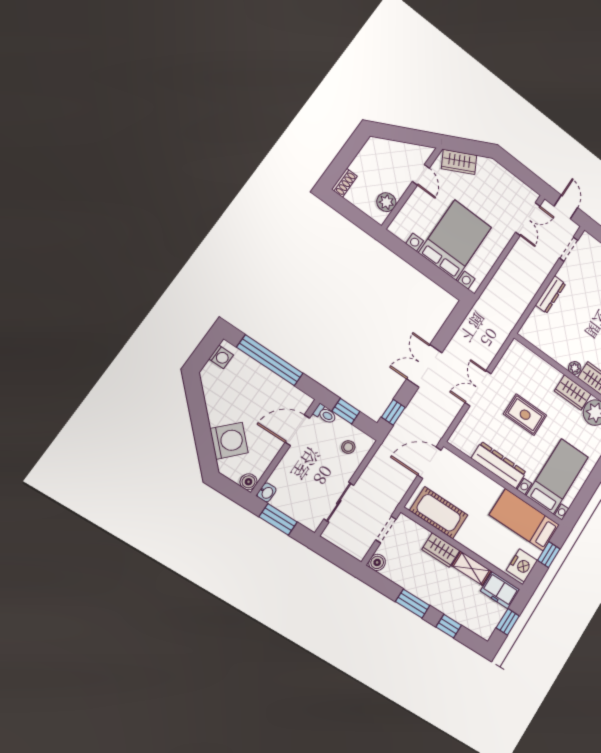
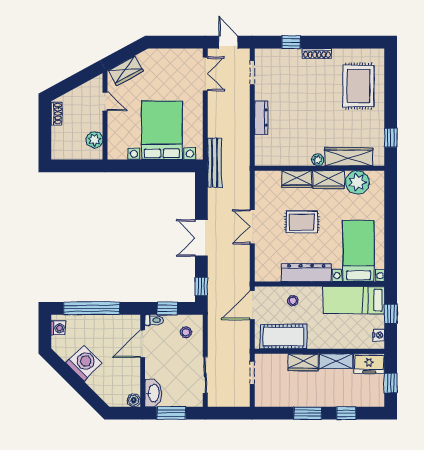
shoe rack: (344, 183) -> (57, 114), moved
bench: (483, 305) -> (214, 163), added
wardrobe: (546, 372) -> (297, 179), added
washing machine: (229, 441) -> (84, 363), moved
stool: (470, 484) -> (293, 301), added
washbasin: (267, 492) -> (153, 393), width x1.91, depth x1.45
boiler: (377, 562) -> (262, 400), removed
nightstand: (522, 565) -> (379, 335), width x0.53, depth x0.56

